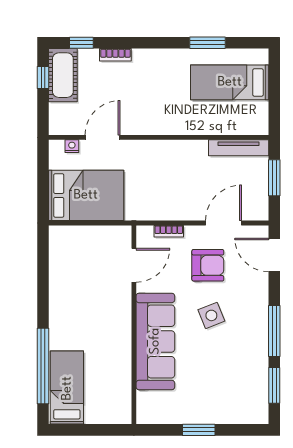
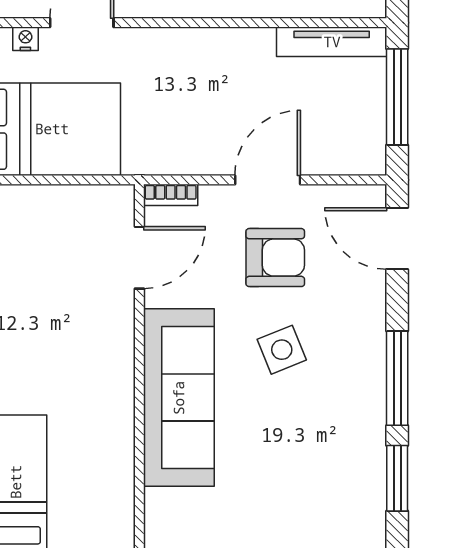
window: (274, 178) -> (397, 97), width x1.44
door: (224, 223) -> (268, 180), moved
bookcase: (169, 231) -> (171, 195), moved

